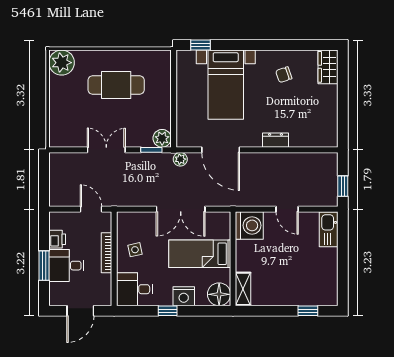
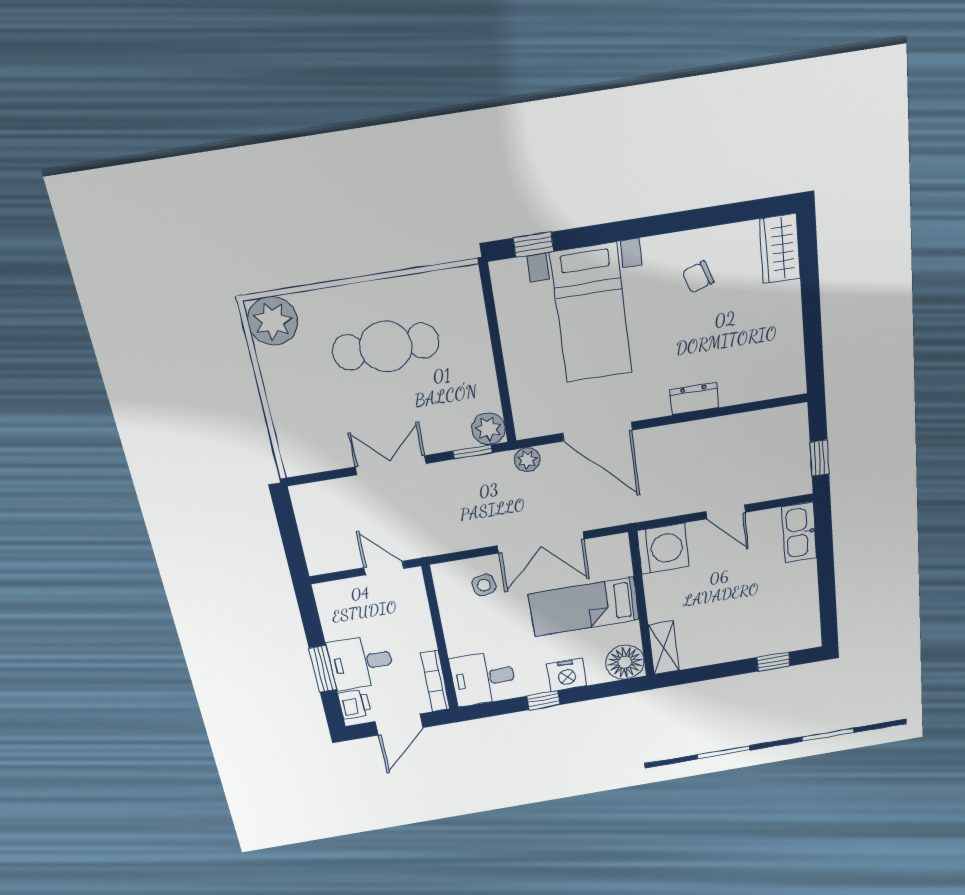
printer: (57, 239) -> (354, 704), moved
side table: (135, 250) -> (484, 585), moved
bookcase: (107, 253) -> (435, 681), moved

